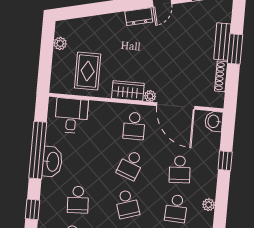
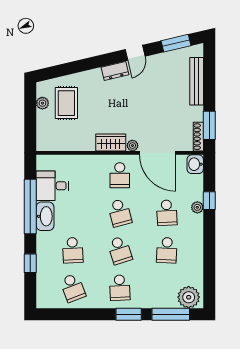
bench: (222, 42) -> (197, 81), width x1.36
window: (235, 49) -> (209, 125), moved
rug: (88, 71) -> (66, 103), moved
shoe rack: (221, 76) -> (198, 137), moved
desk: (71, 116) -> (52, 186), moved, turned -90
school desk: (131, 165) -> (120, 213), turned -36
plant: (209, 205) -> (197, 207), moved

